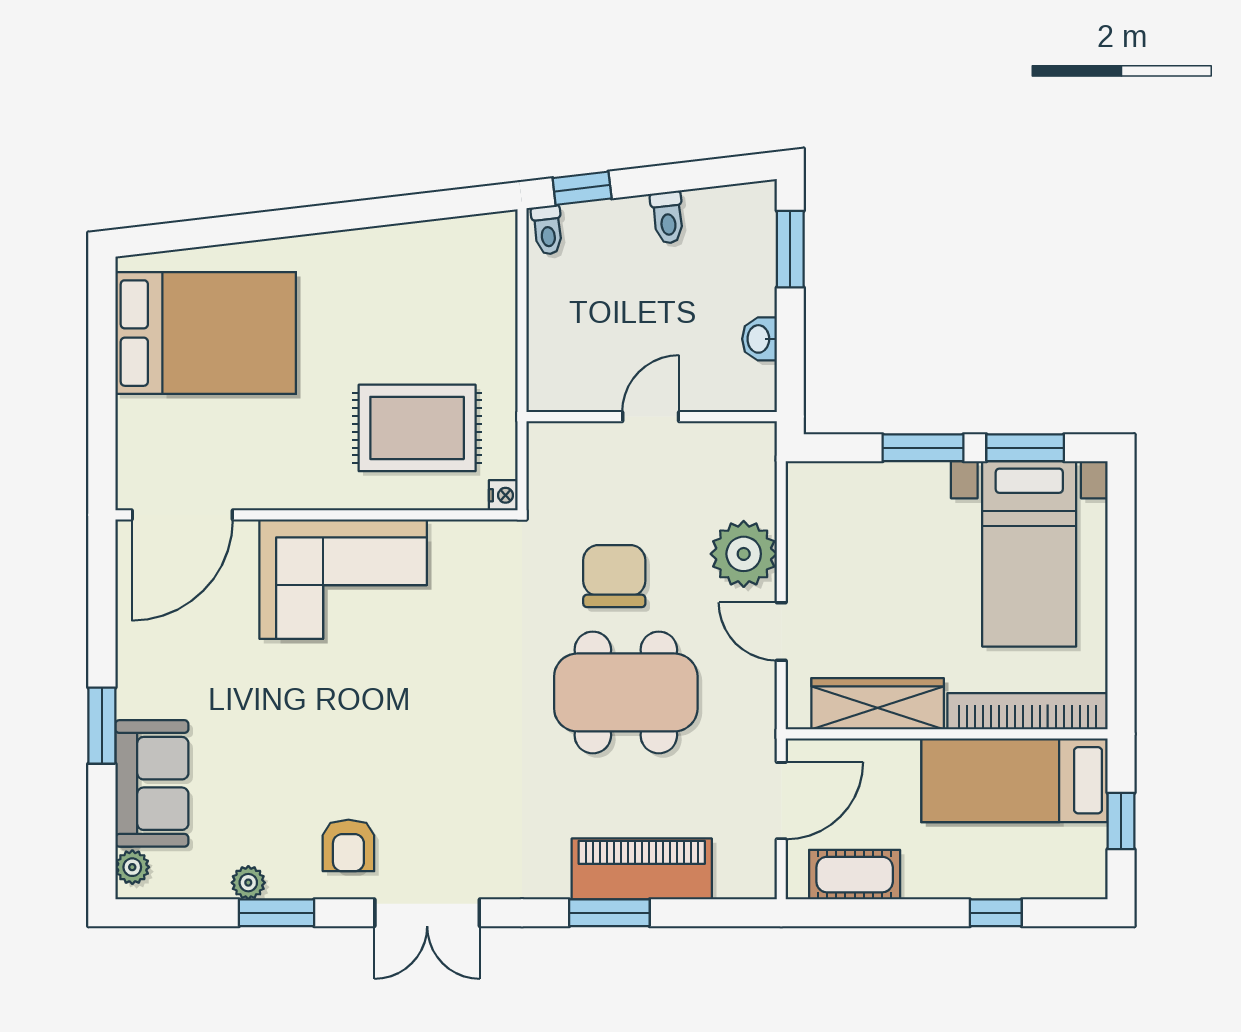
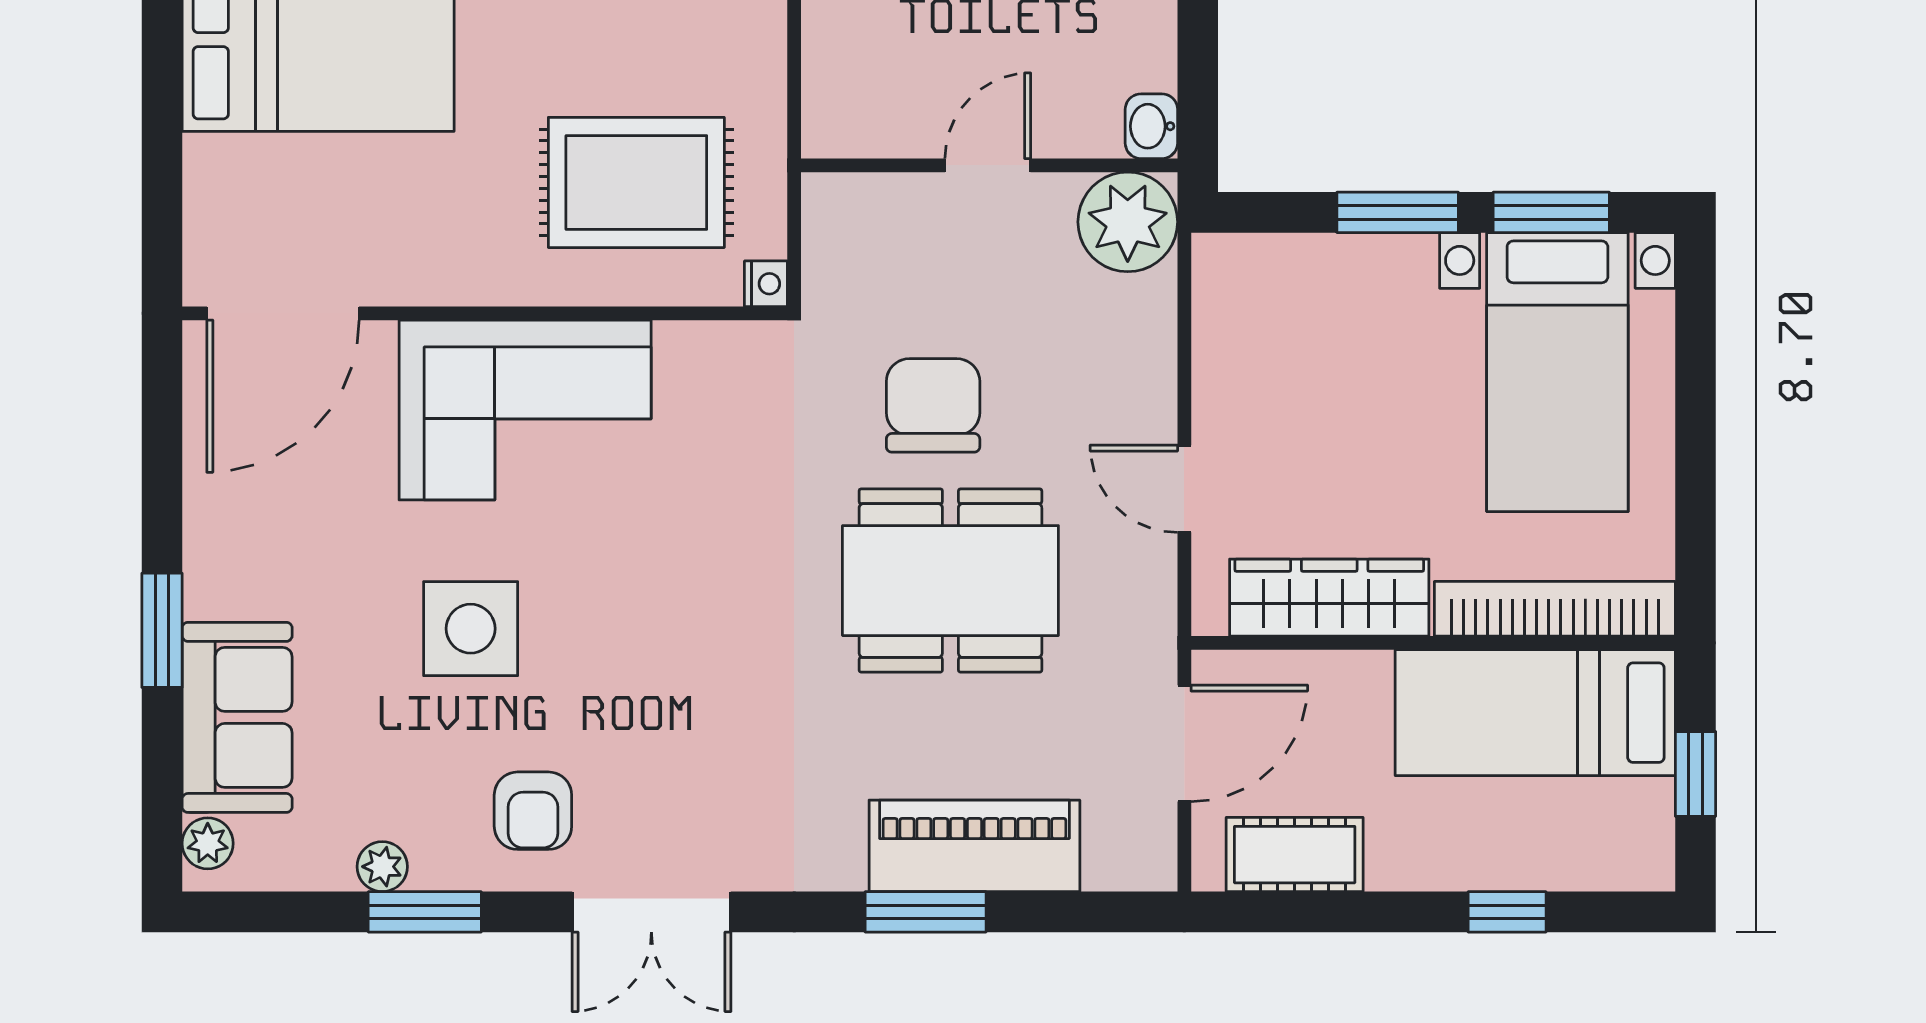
washbasin: (759, 339) -> (1151, 126), moved
plant: (744, 554) -> (1128, 222), moved
side table: (307, 724) -> (471, 629), added

